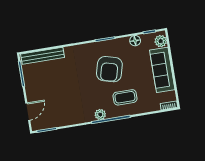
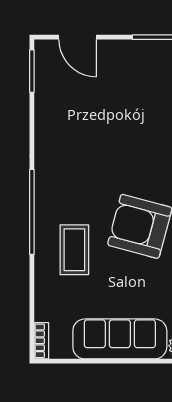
plant: (100, 114) -> (46, 191), removed

